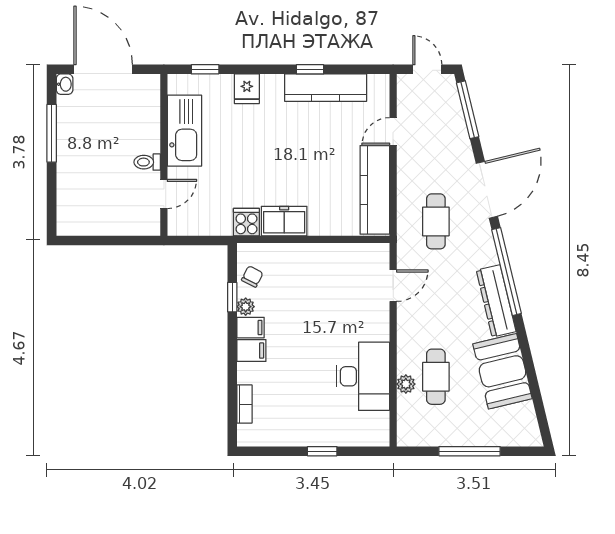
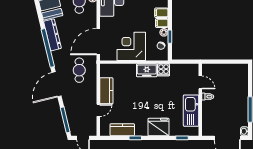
kitchen counter: (326, 88) -> (122, 130), width x0.67
fridge: (247, 89) -> (158, 127), width x1.88, depth x1.34
kitchen counter: (375, 190) -> (106, 91), width x0.67
door: (164, 194) -> (200, 82), swing flipped
corner desk: (319, 275) -> (131, 46), added
door: (393, 286) -> (98, 42), width x1.88

